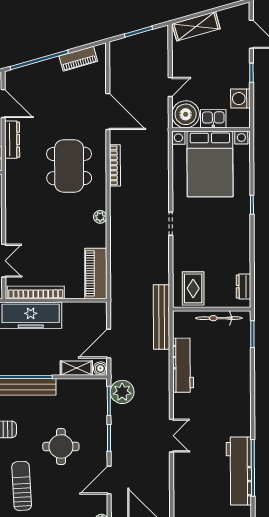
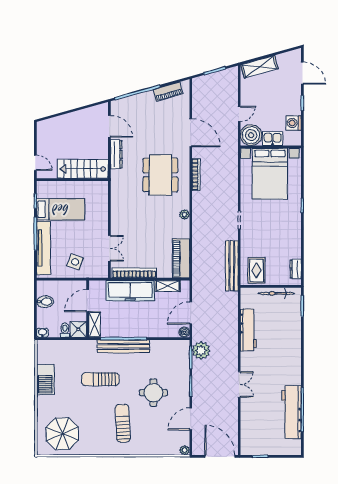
bench: (161, 317) -> (232, 266), moved
shelving: (76, 368) -> (168, 286), moved

